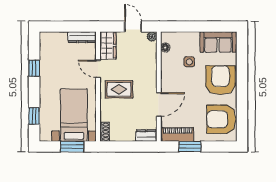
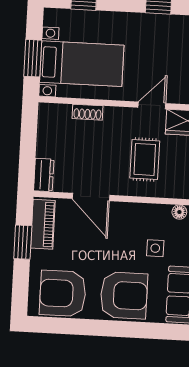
rug: (119, 89) -> (145, 159), moved
armchair: (221, 119) -> (63, 293), turned -90
shoe rack: (105, 132) -> (88, 112), moved

